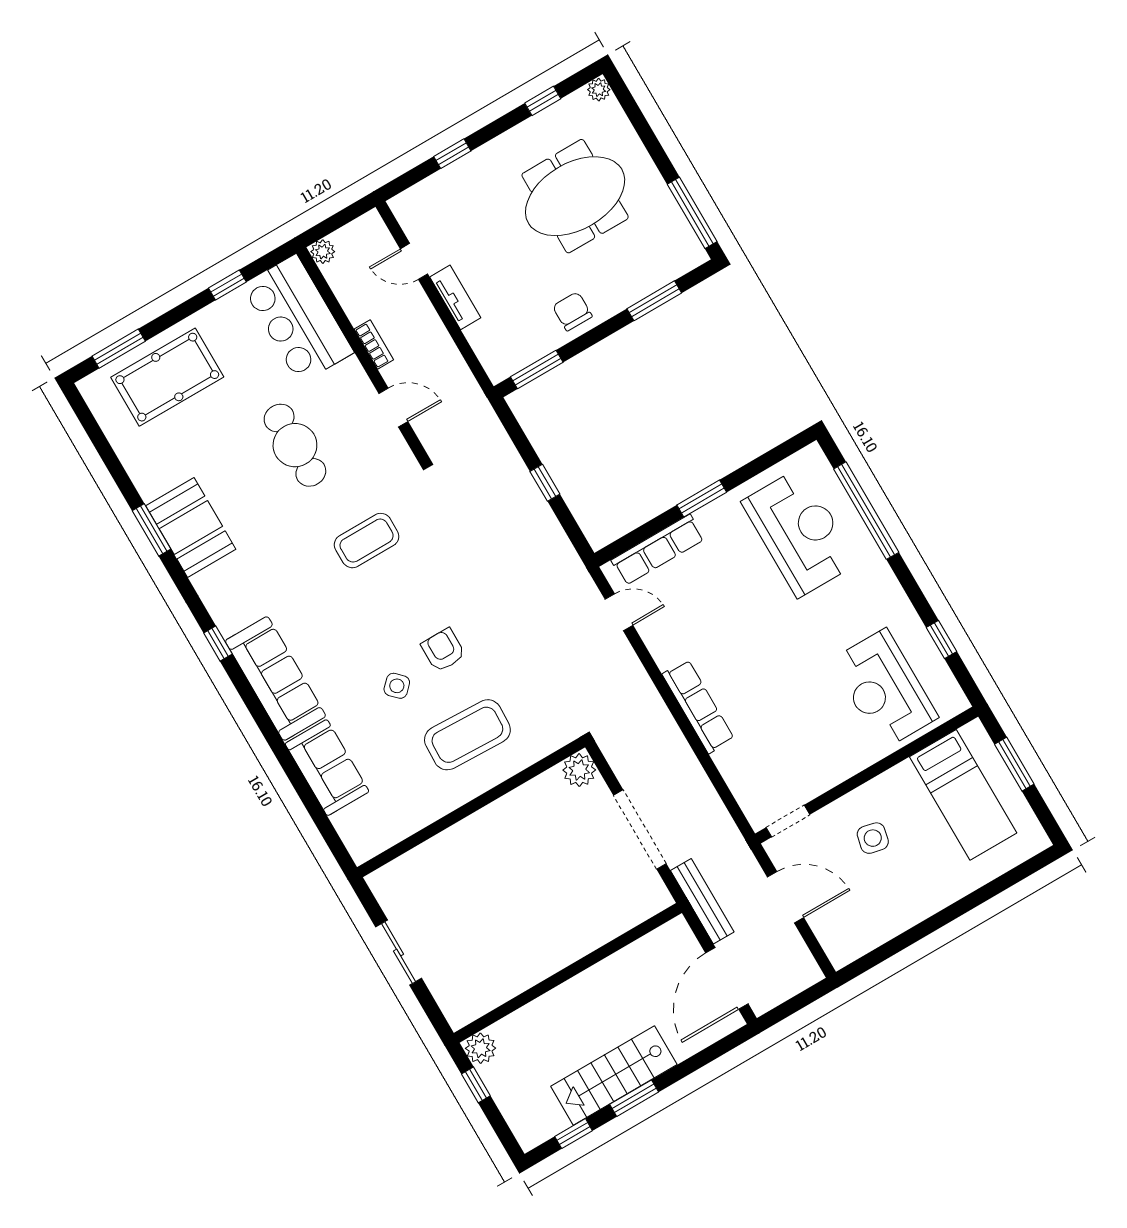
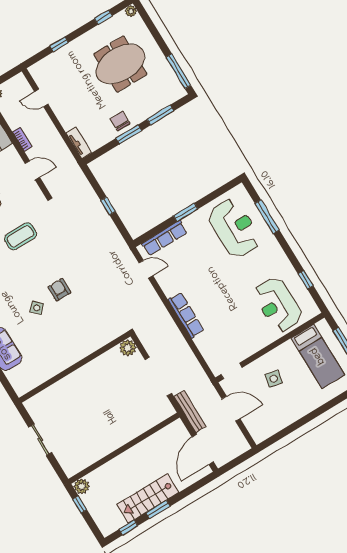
tv unit: (455, 297) -> (79, 143), moved
window: (537, 369) -> (129, 134), moved
window: (866, 511) -> (267, 217), width x0.68
coffee table: (467, 735) -> (72, 331), removed

